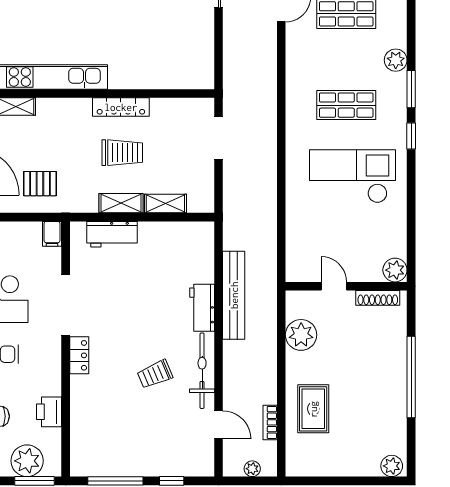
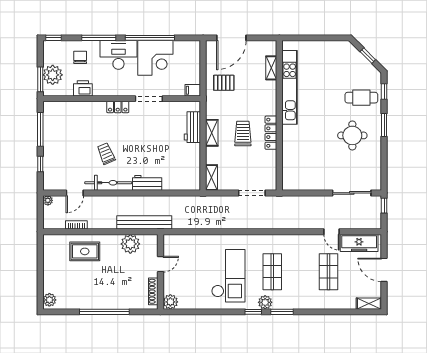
plant: (396, 60) -> (265, 302), moved
trolley: (122, 153) -> (243, 134), turned 180
pallet: (40, 184) -> (224, 83), turned 90
shelving: (165, 203) -> (211, 177), moved
bench: (234, 295) -> (144, 222), moved
doorway: (66, 305) -> (149, 99), width x0.73
plant: (252, 469) -> (48, 200), moved

